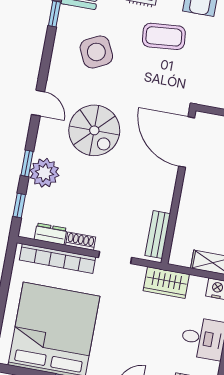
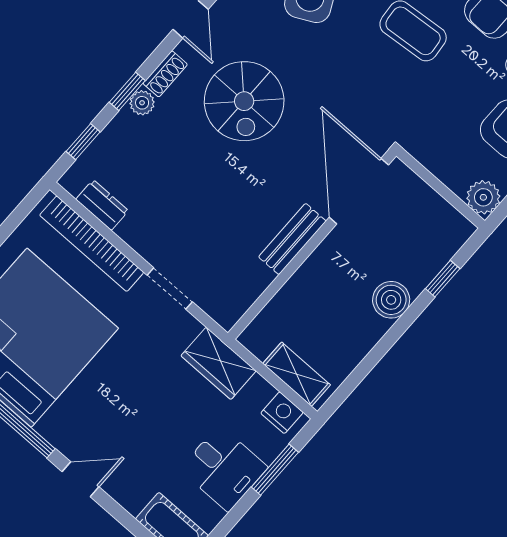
plant: (44, 173) -> (142, 103), width x0.53, depth x0.53
bench: (158, 235) -> (292, 239), moved
shoe rack: (81, 241) -> (165, 74), moved, turned 90

